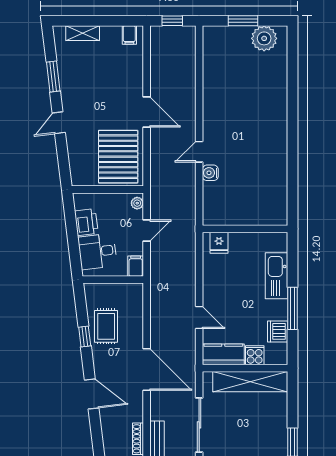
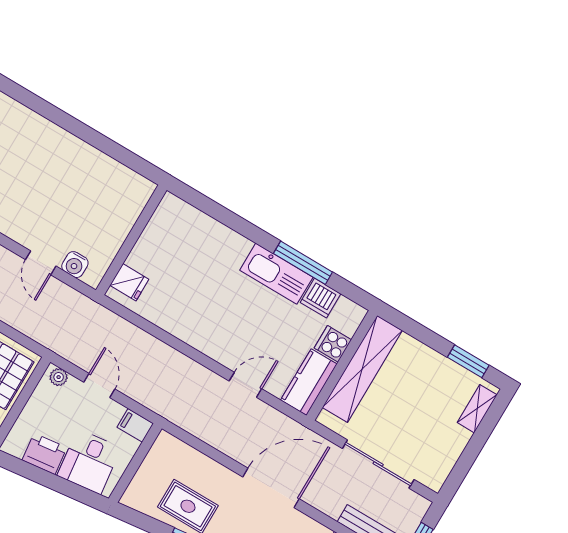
wall: (245, 229) -> (131, 240), moved
fridge: (219, 243) -> (129, 282), moved
kitchen sink: (276, 276) -> (276, 274), moved

